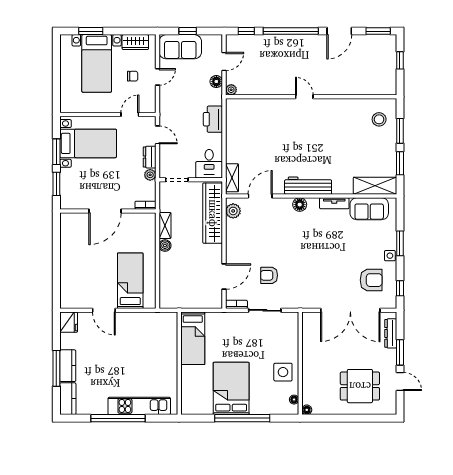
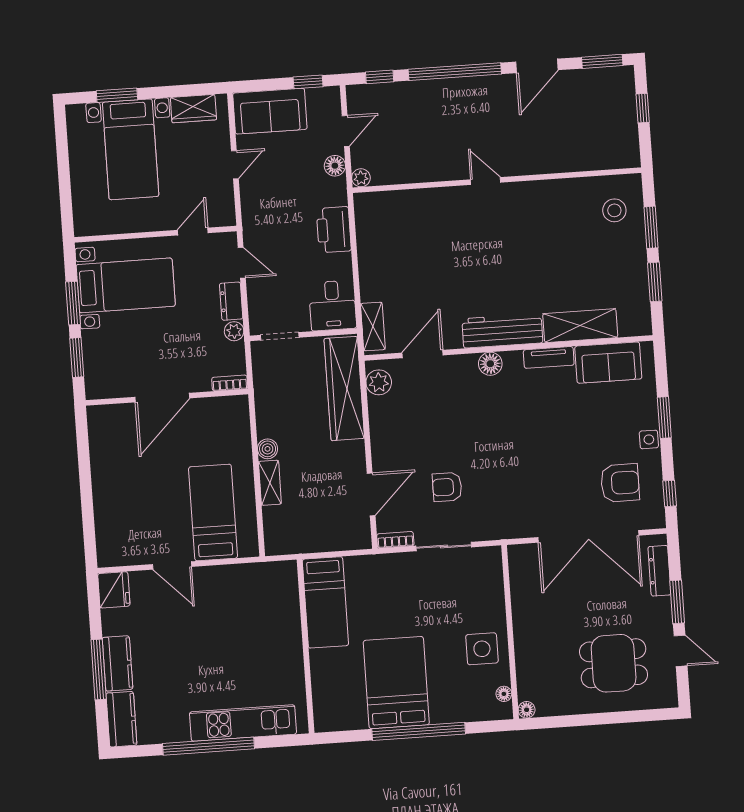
window: (188, 31) -> (308, 82), moved
chair: (133, 76) -> (193, 167), removed
shelving: (375, 186) -> (580, 326), moved
shelving: (165, 225) -> (270, 483), moved

